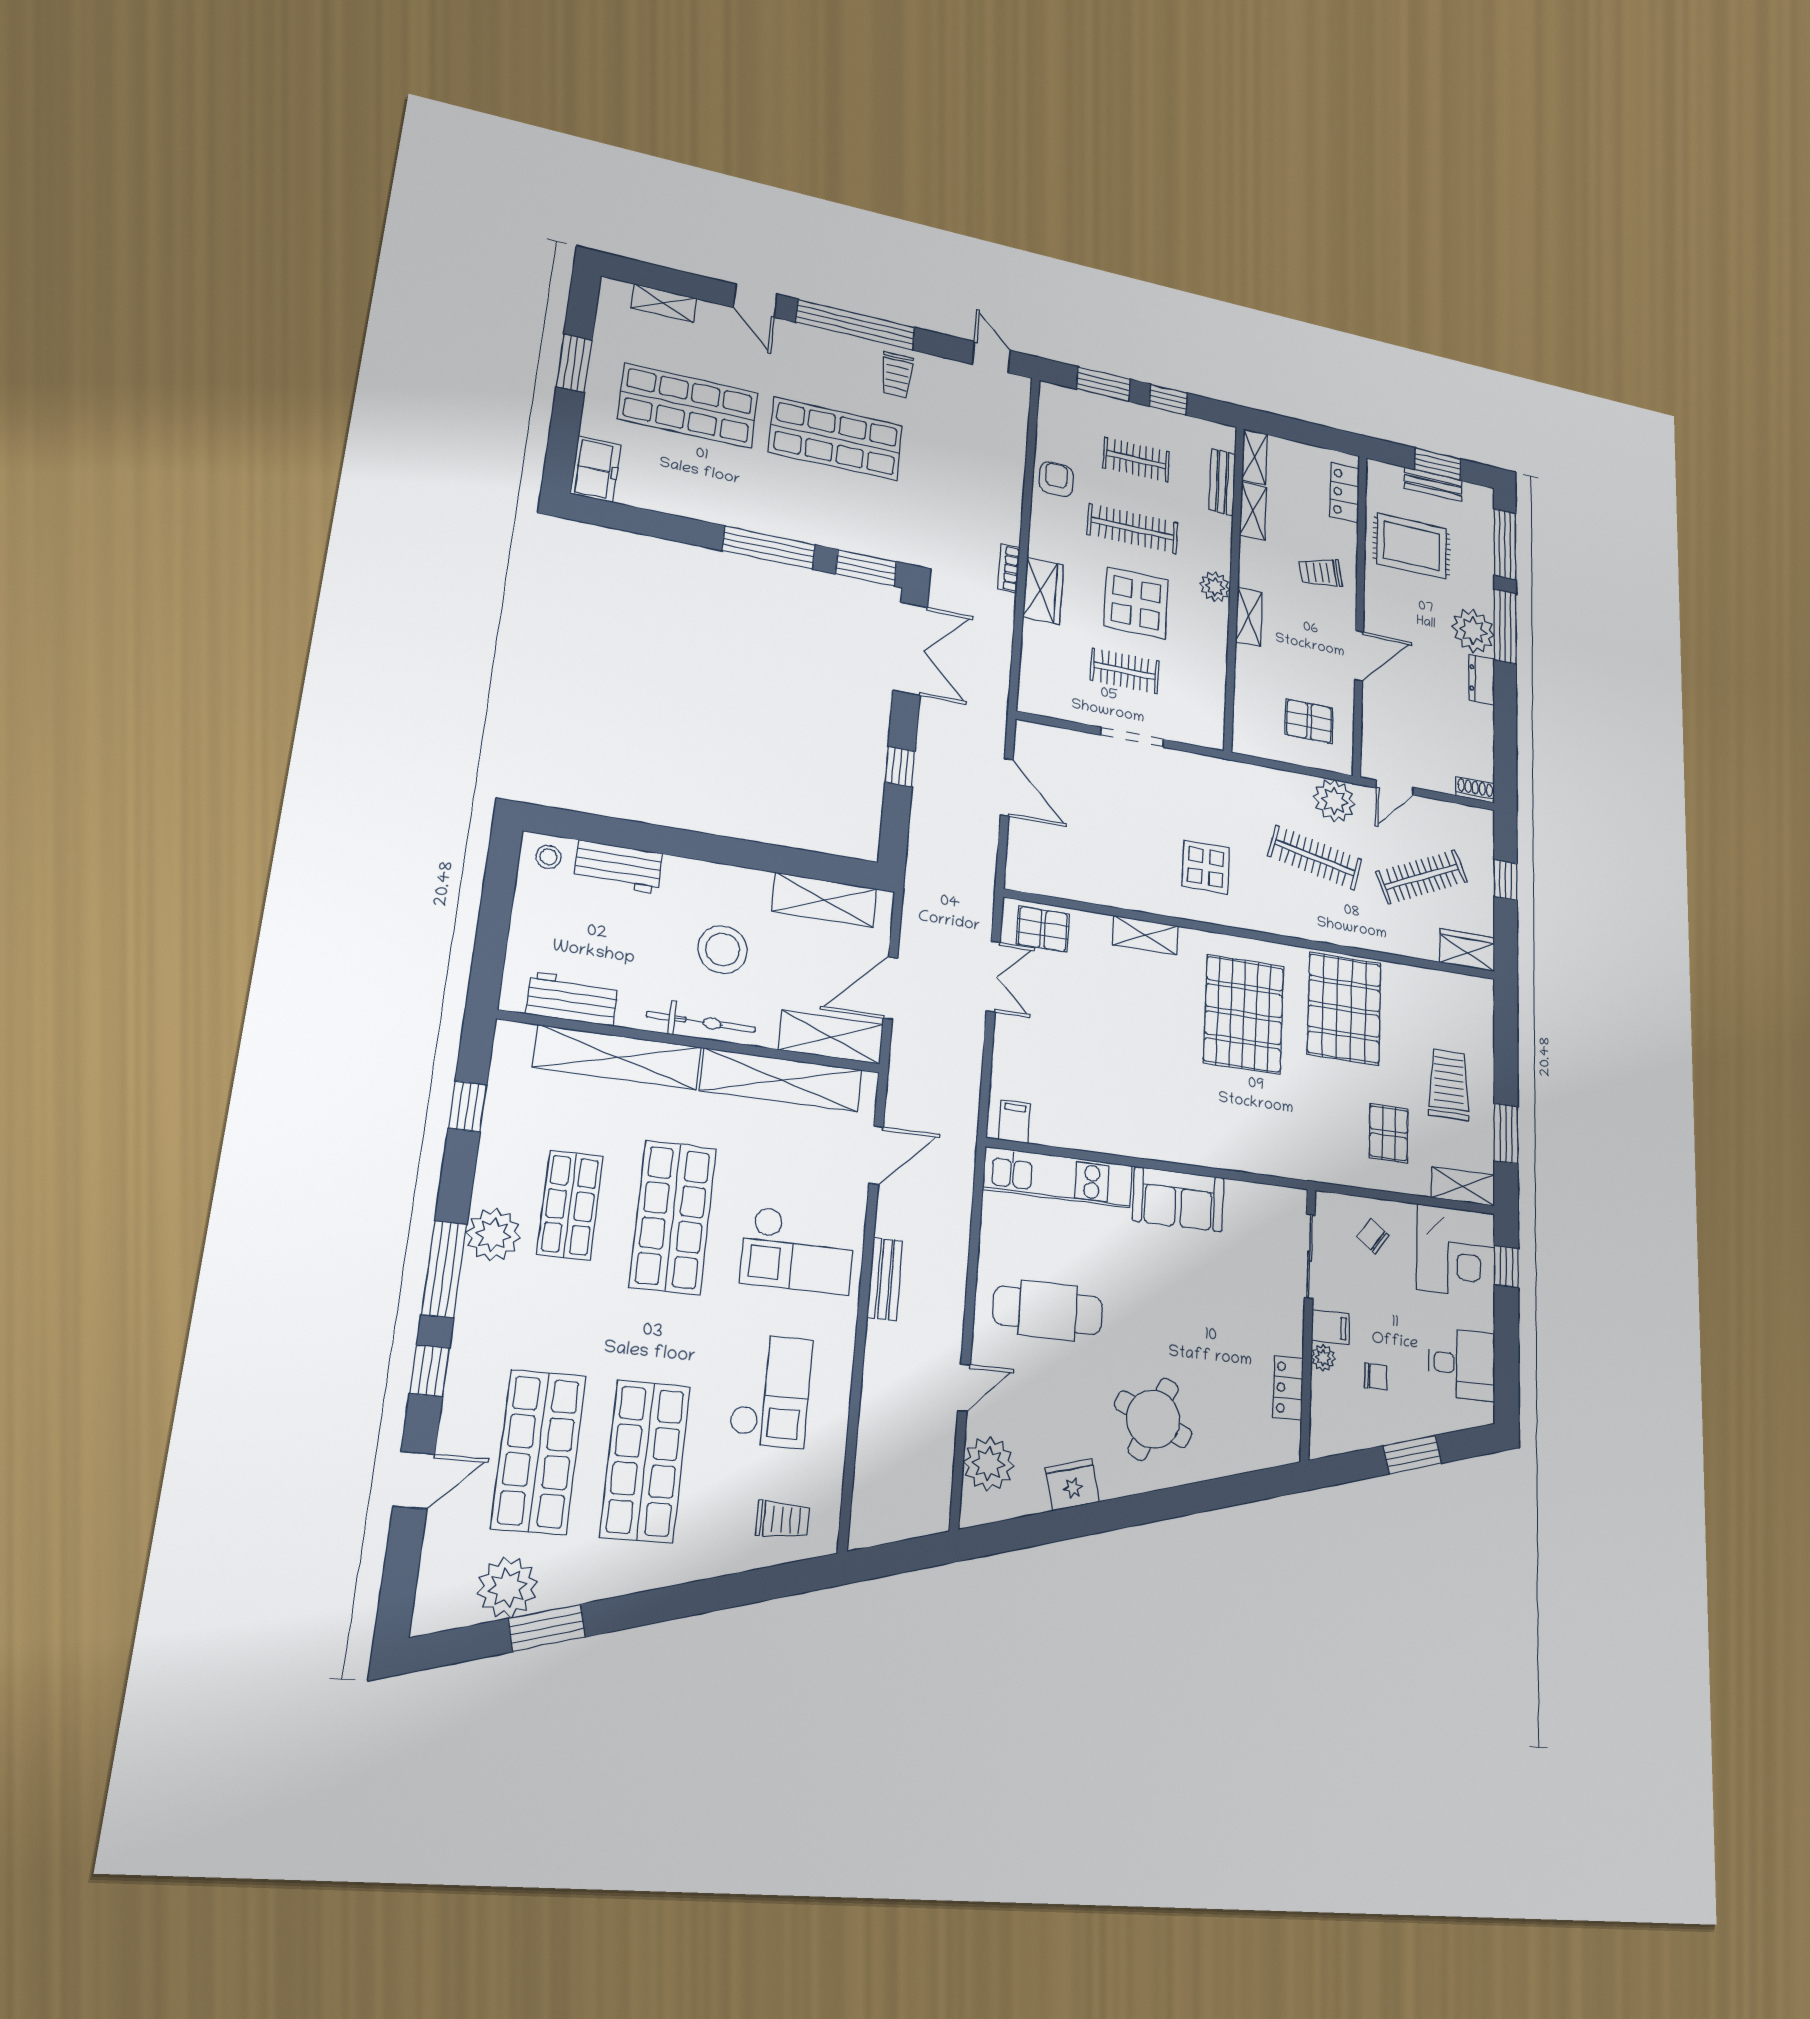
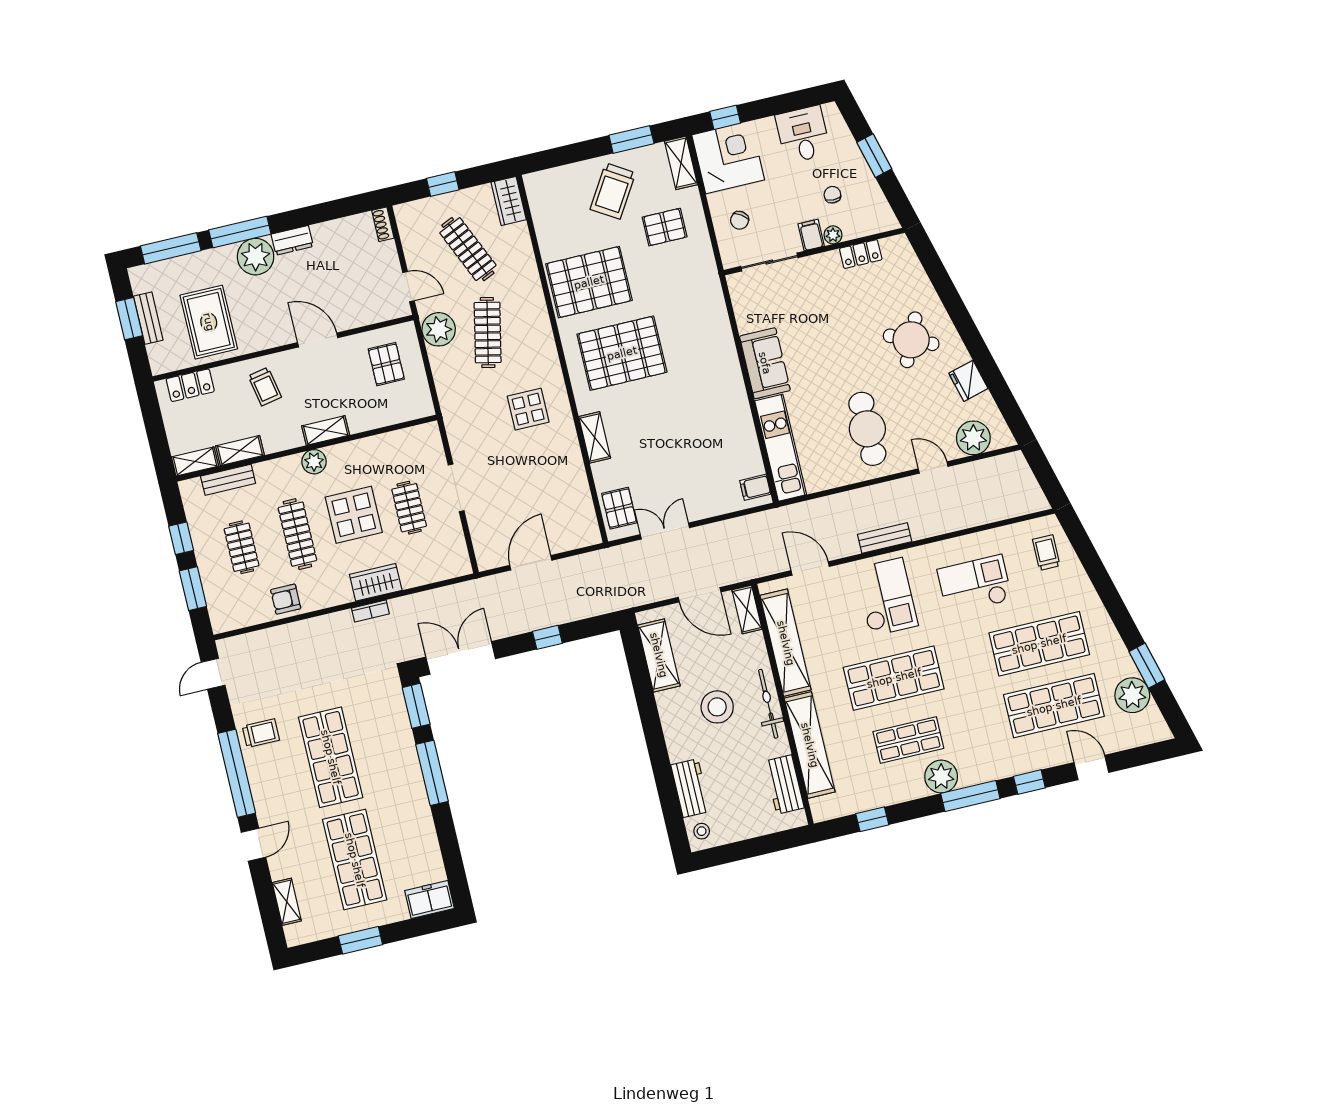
shelving: (831, 1037) -> (747, 610), width x0.67, depth x0.75
trolley: (1449, 1085) -> (613, 191), turned -58

